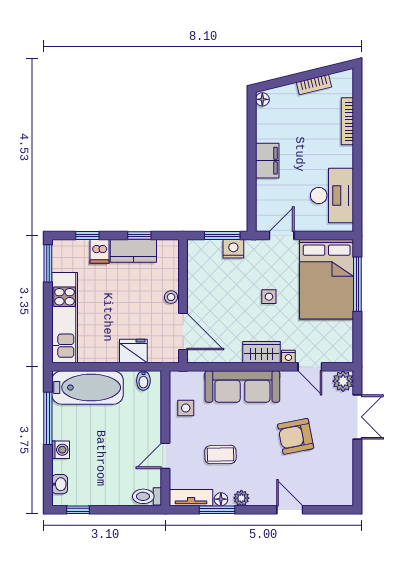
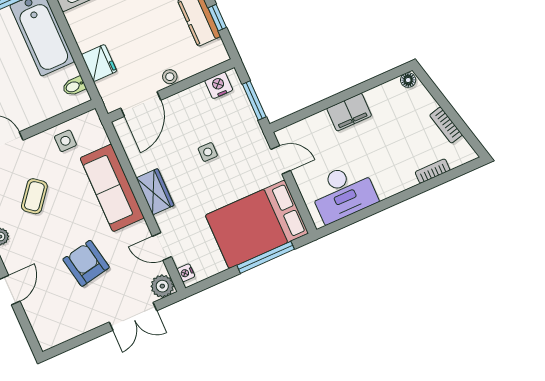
bookcase: (347, 121) -> (433, 171), width x0.64
nightstand: (233, 249) -> (219, 85), moved, turned -90
side table: (269, 297) -> (208, 152), moved
nightstand: (288, 357) -> (186, 273), moved
door: (310, 367) -> (162, 247), hinge flipped
coffee table: (220, 455) -> (34, 196), turned 40

